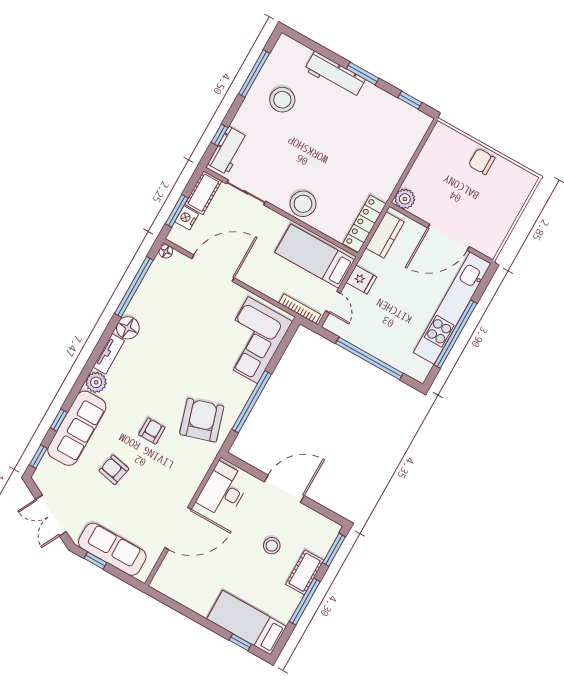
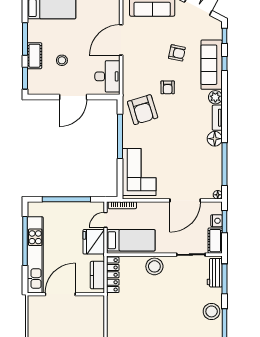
stool: (282, 100) -> (212, 311), moved
window: (219, 135) -> (225, 279), width x2.17
plant: (405, 199) -> (98, 302), removed
fridge: (361, 280) -> (94, 242), width x1.88, depth x1.34
door: (333, 302) -> (105, 220), hinge flipped

